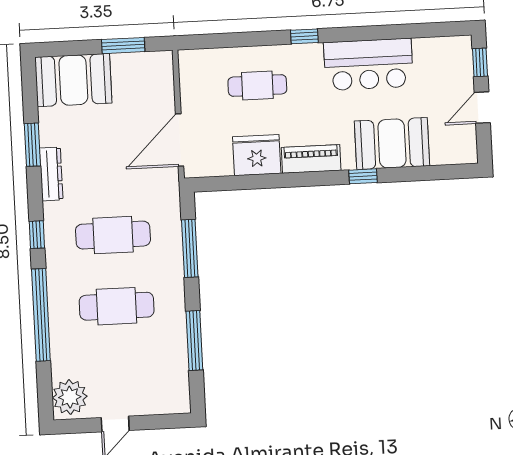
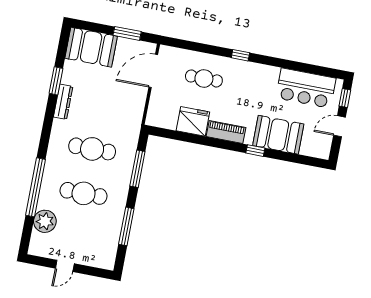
bar counter: (368, 64) -> (306, 88), moved
door: (180, 140) -> (153, 71), moved
window: (37, 235) -> (45, 137), removed
plant: (70, 397) -> (45, 221), moved

